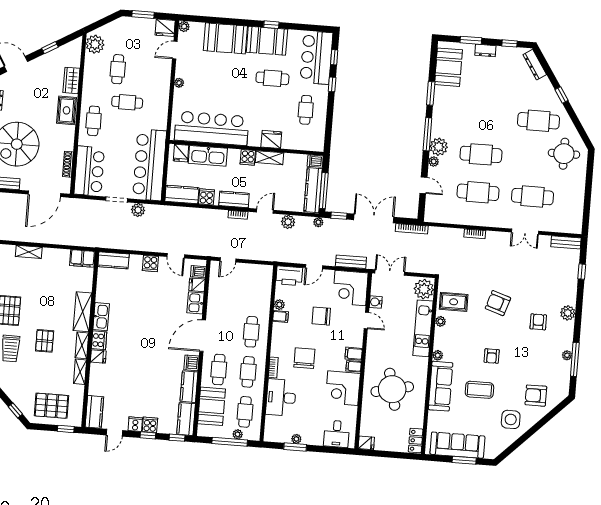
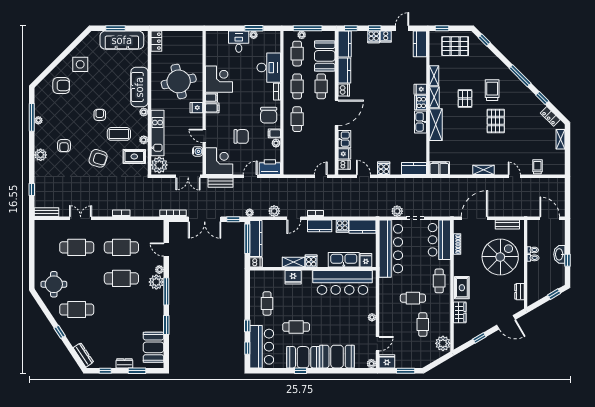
chair: (304, 358) -> (269, 115), moved
coffee table: (479, 390) -> (119, 134), moved
desk: (337, 434) -> (239, 42), moved
fridge: (366, 443) -> (196, 108), moved

